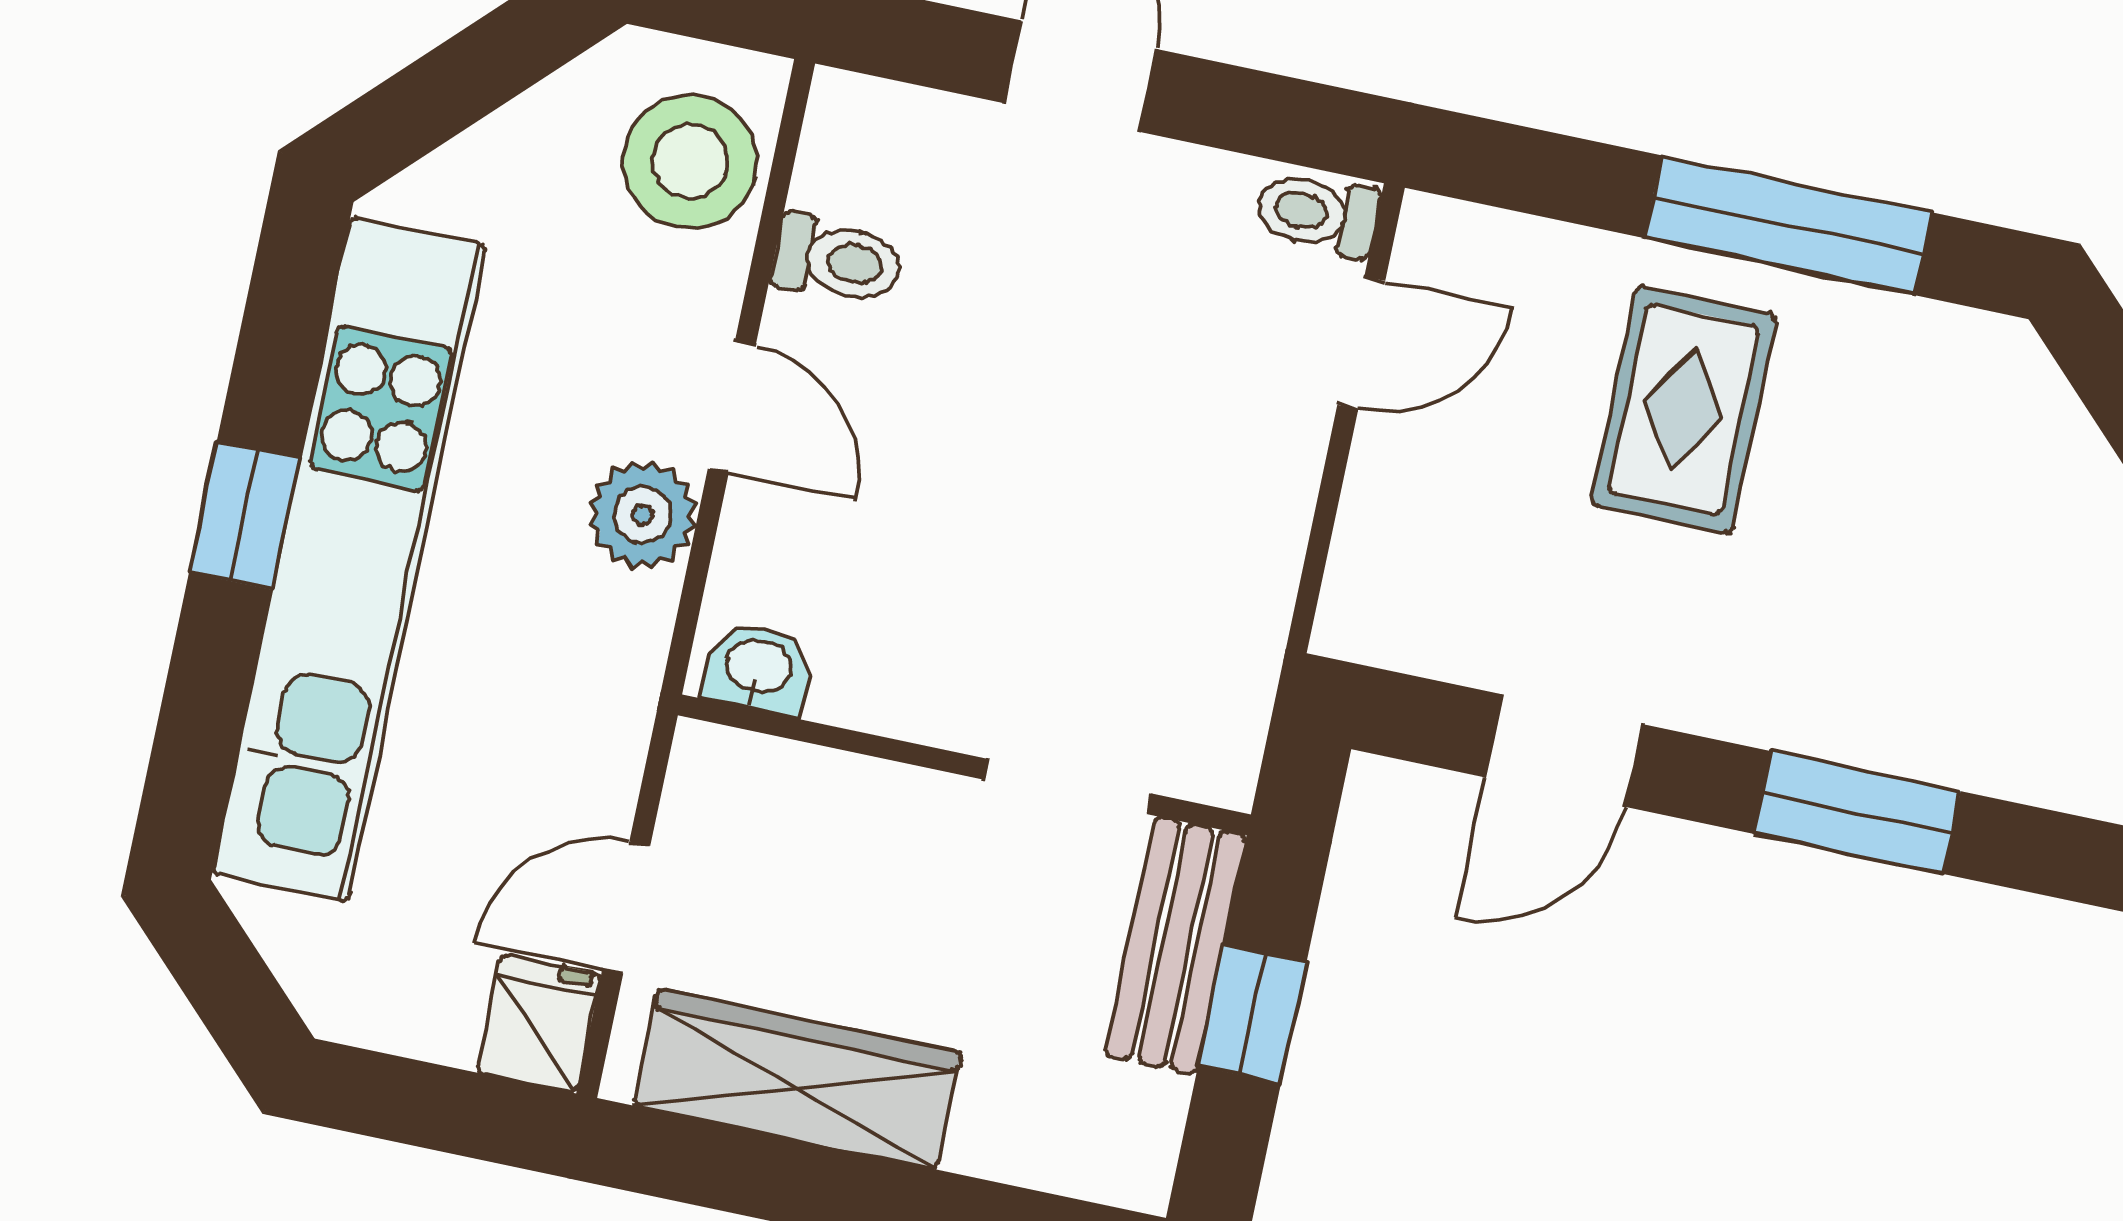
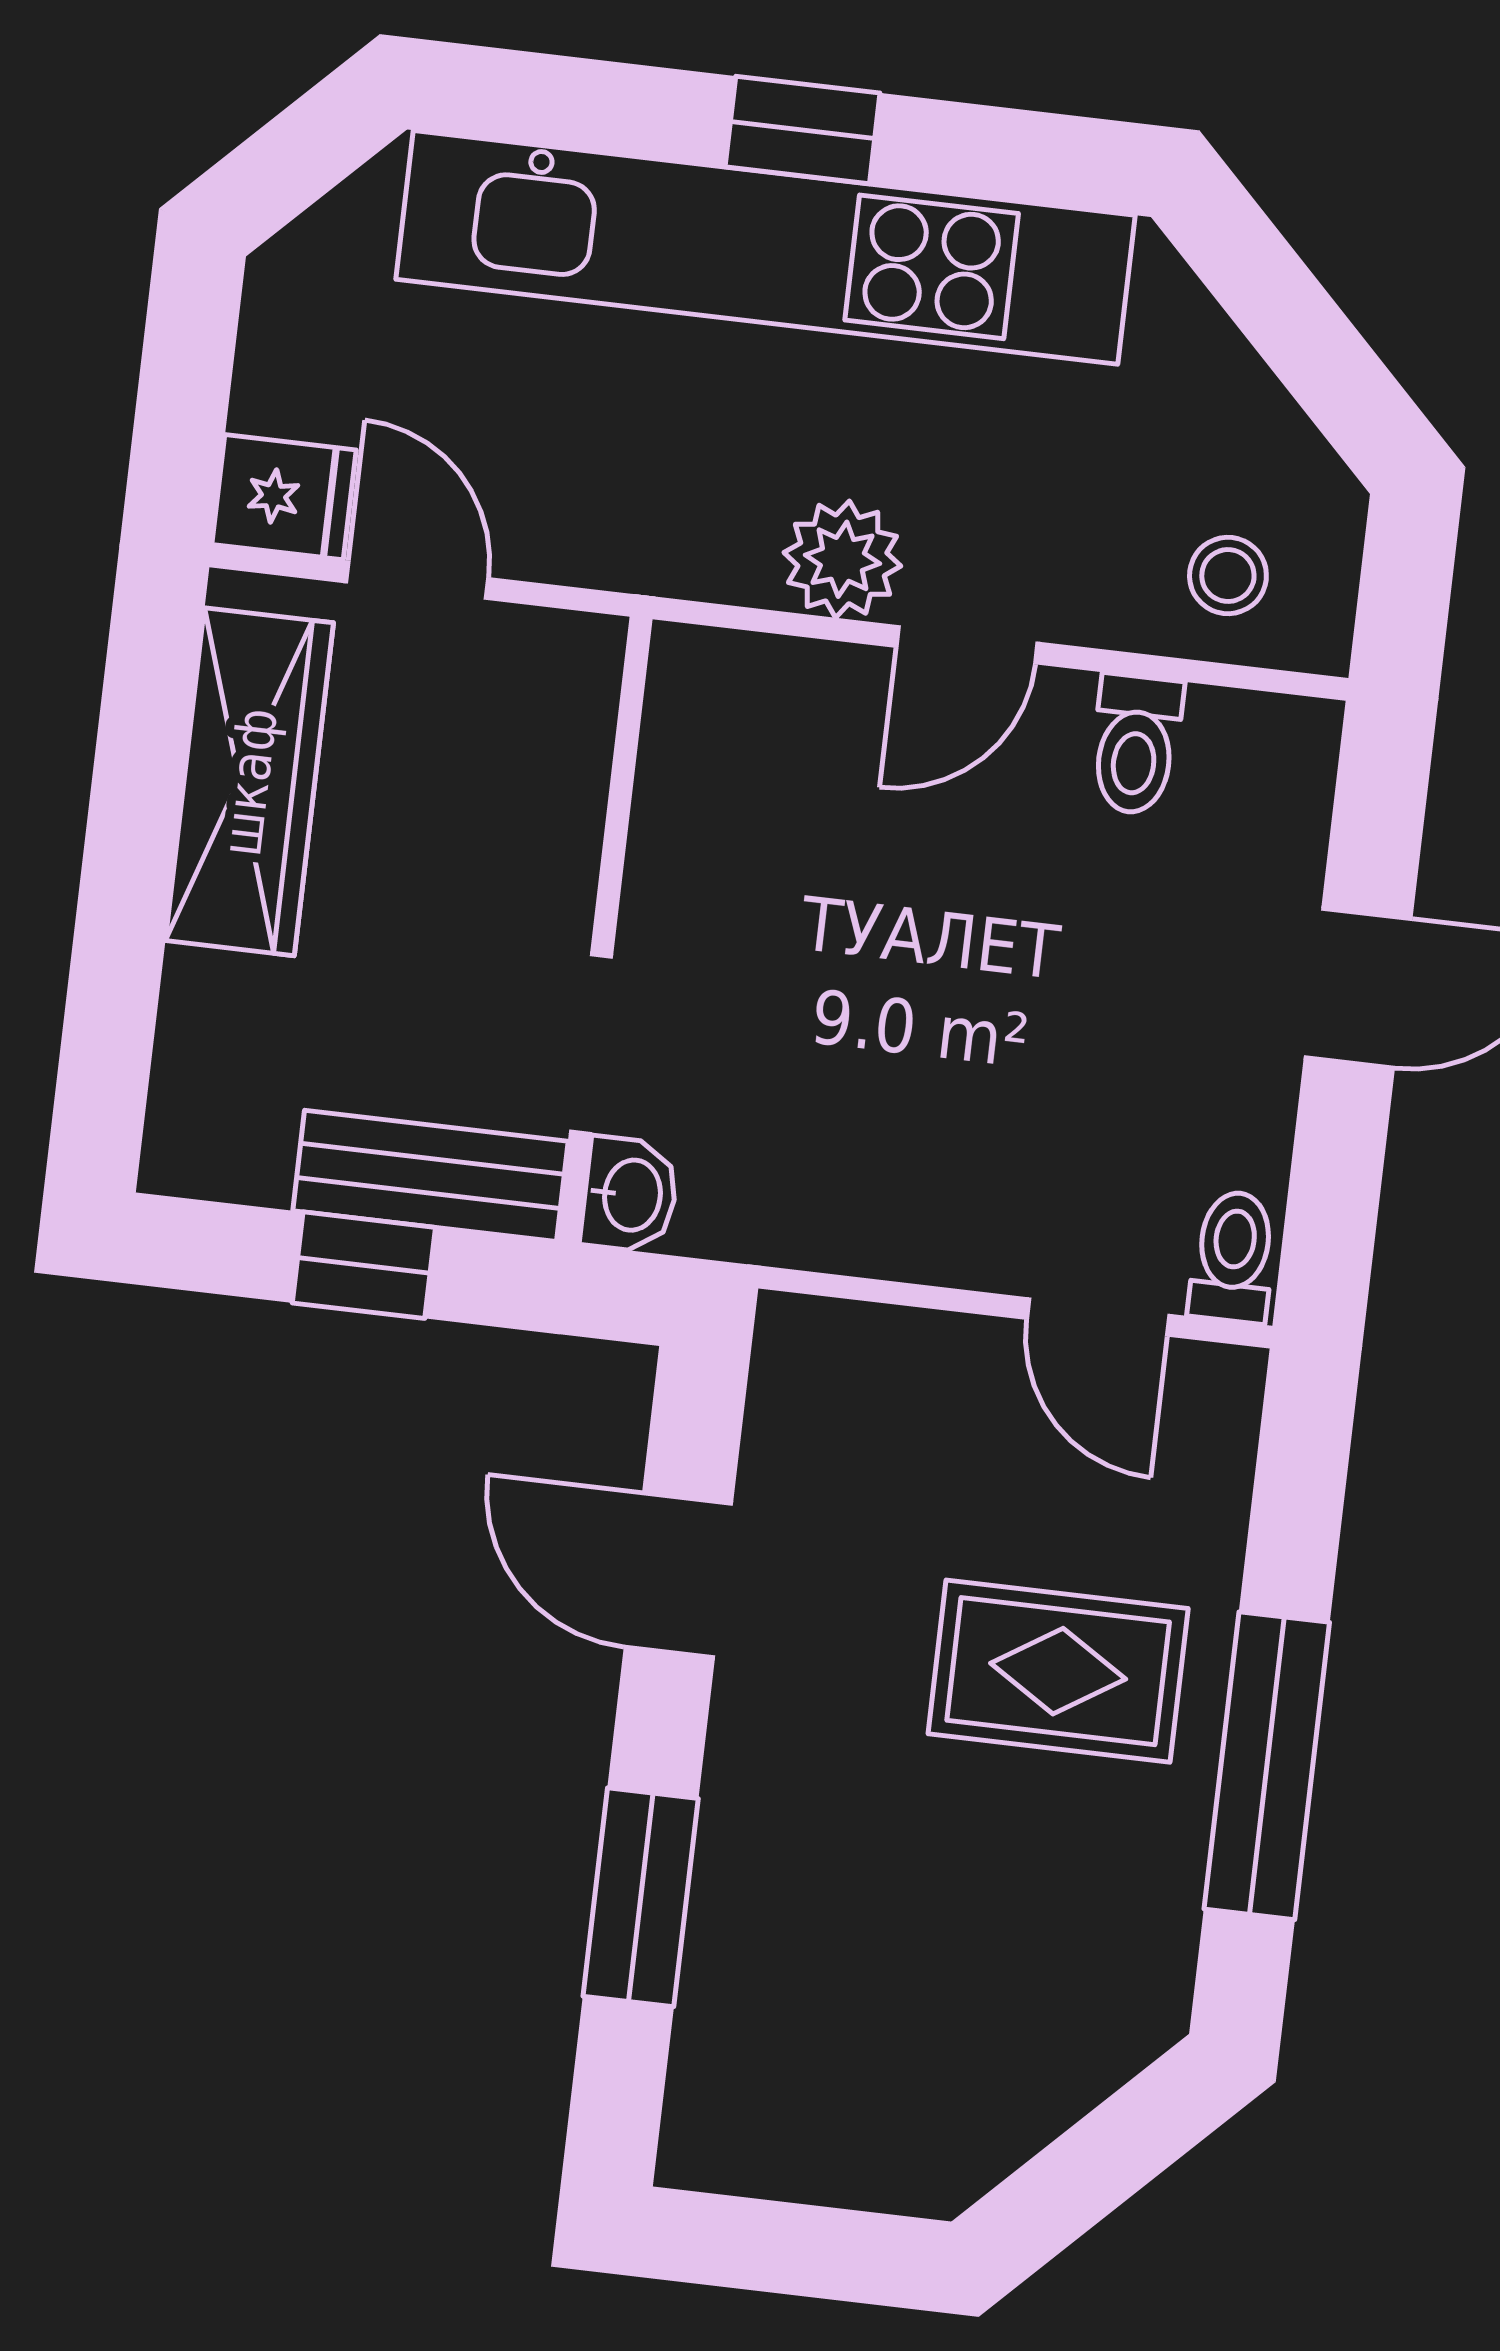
stool: (690, 161) -> (1228, 576), width x0.53, depth x0.53
washbasin: (758, 668) -> (630, 1195), moved

